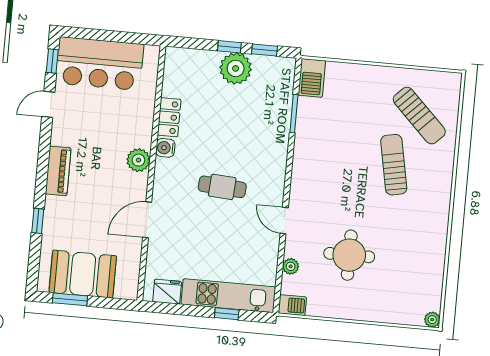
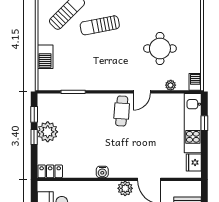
barbecue: (312, 78) -> (45, 57), moved, turned 90
locker: (169, 117) -> (50, 171), moved
plant: (138, 160) -> (125, 188), moved
cafe table: (222, 187) -> (122, 111), moved

